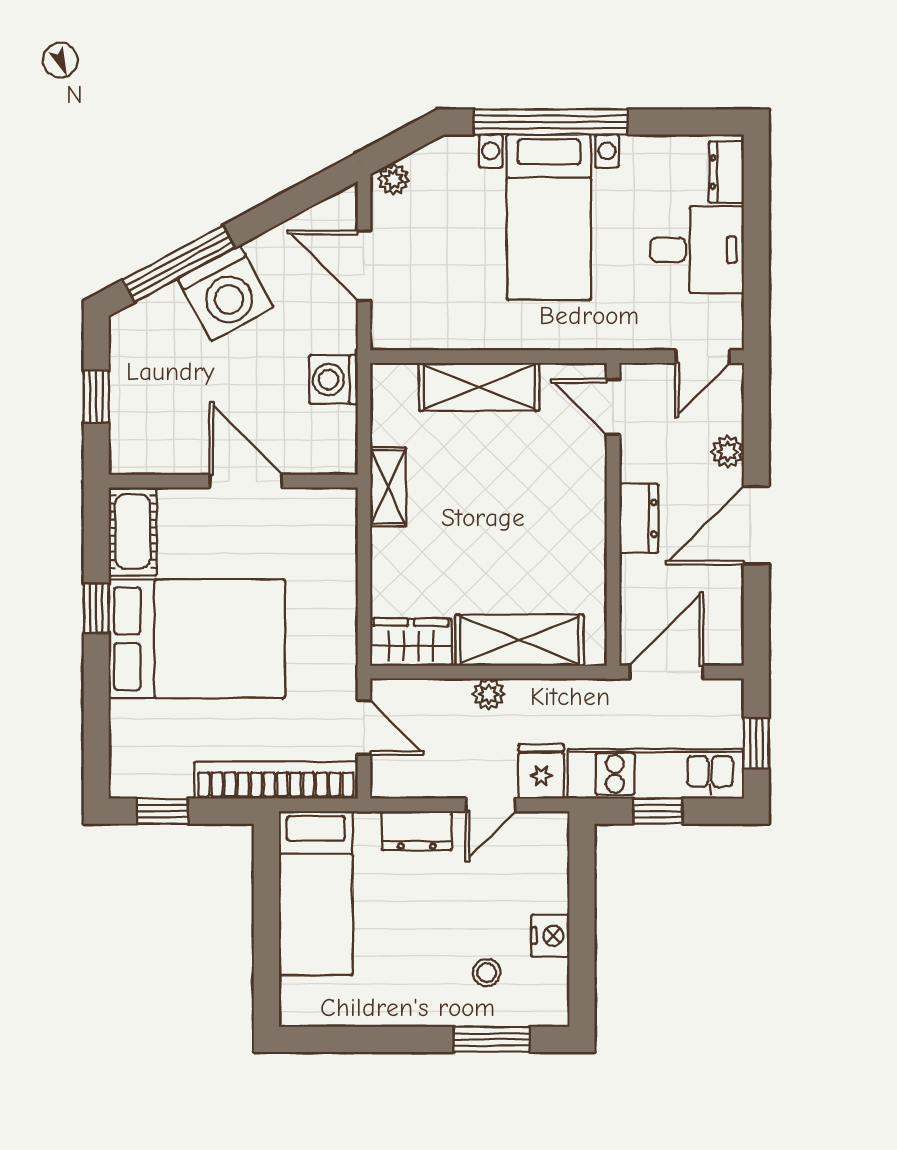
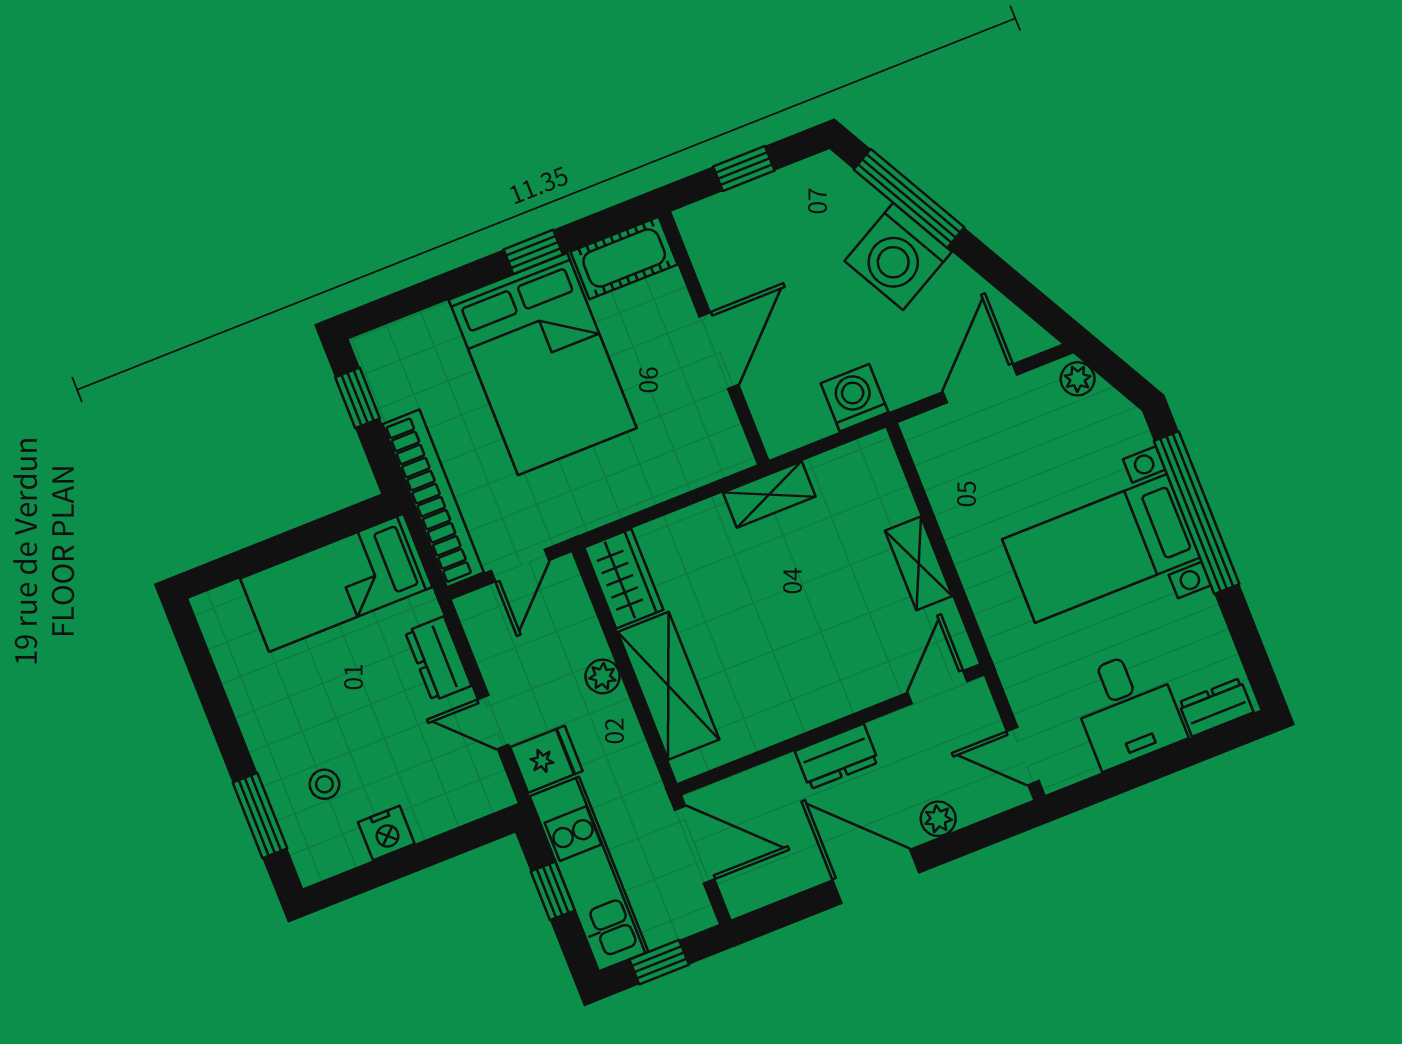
shelving: (479, 387) -> (919, 563), width x0.67, depth x0.75

